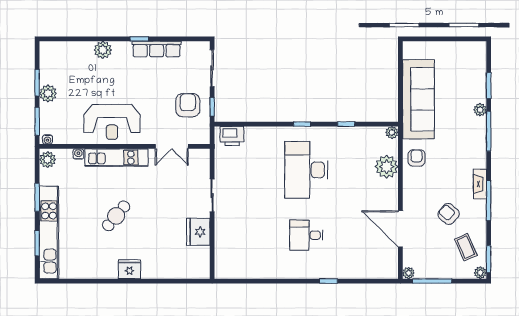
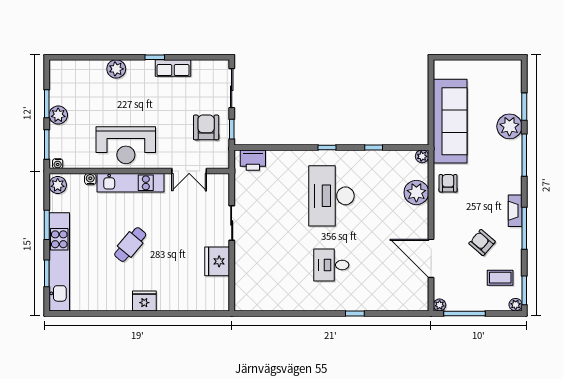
row of seats: (157, 49) -> (173, 68), width x0.68
plant: (480, 110) -> (509, 126), width x1.88, depth x1.88
coffee table: (466, 247) -> (500, 278), turned -66

